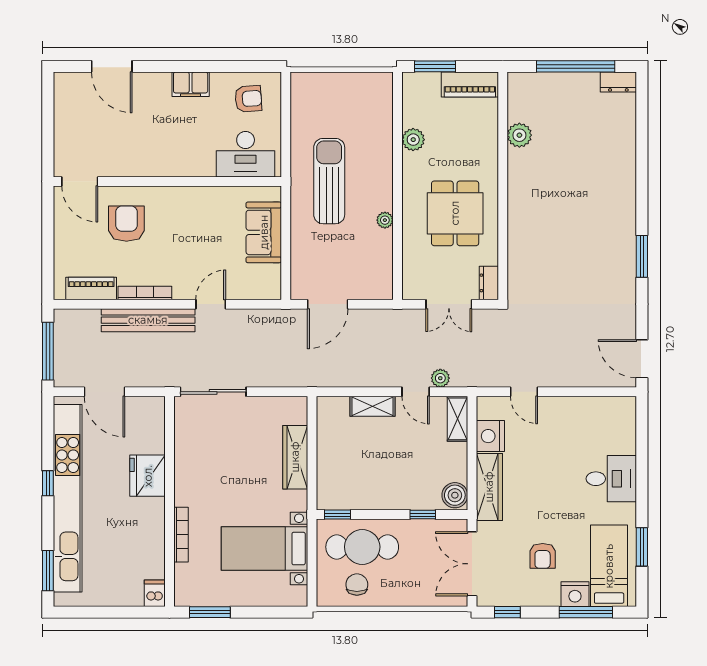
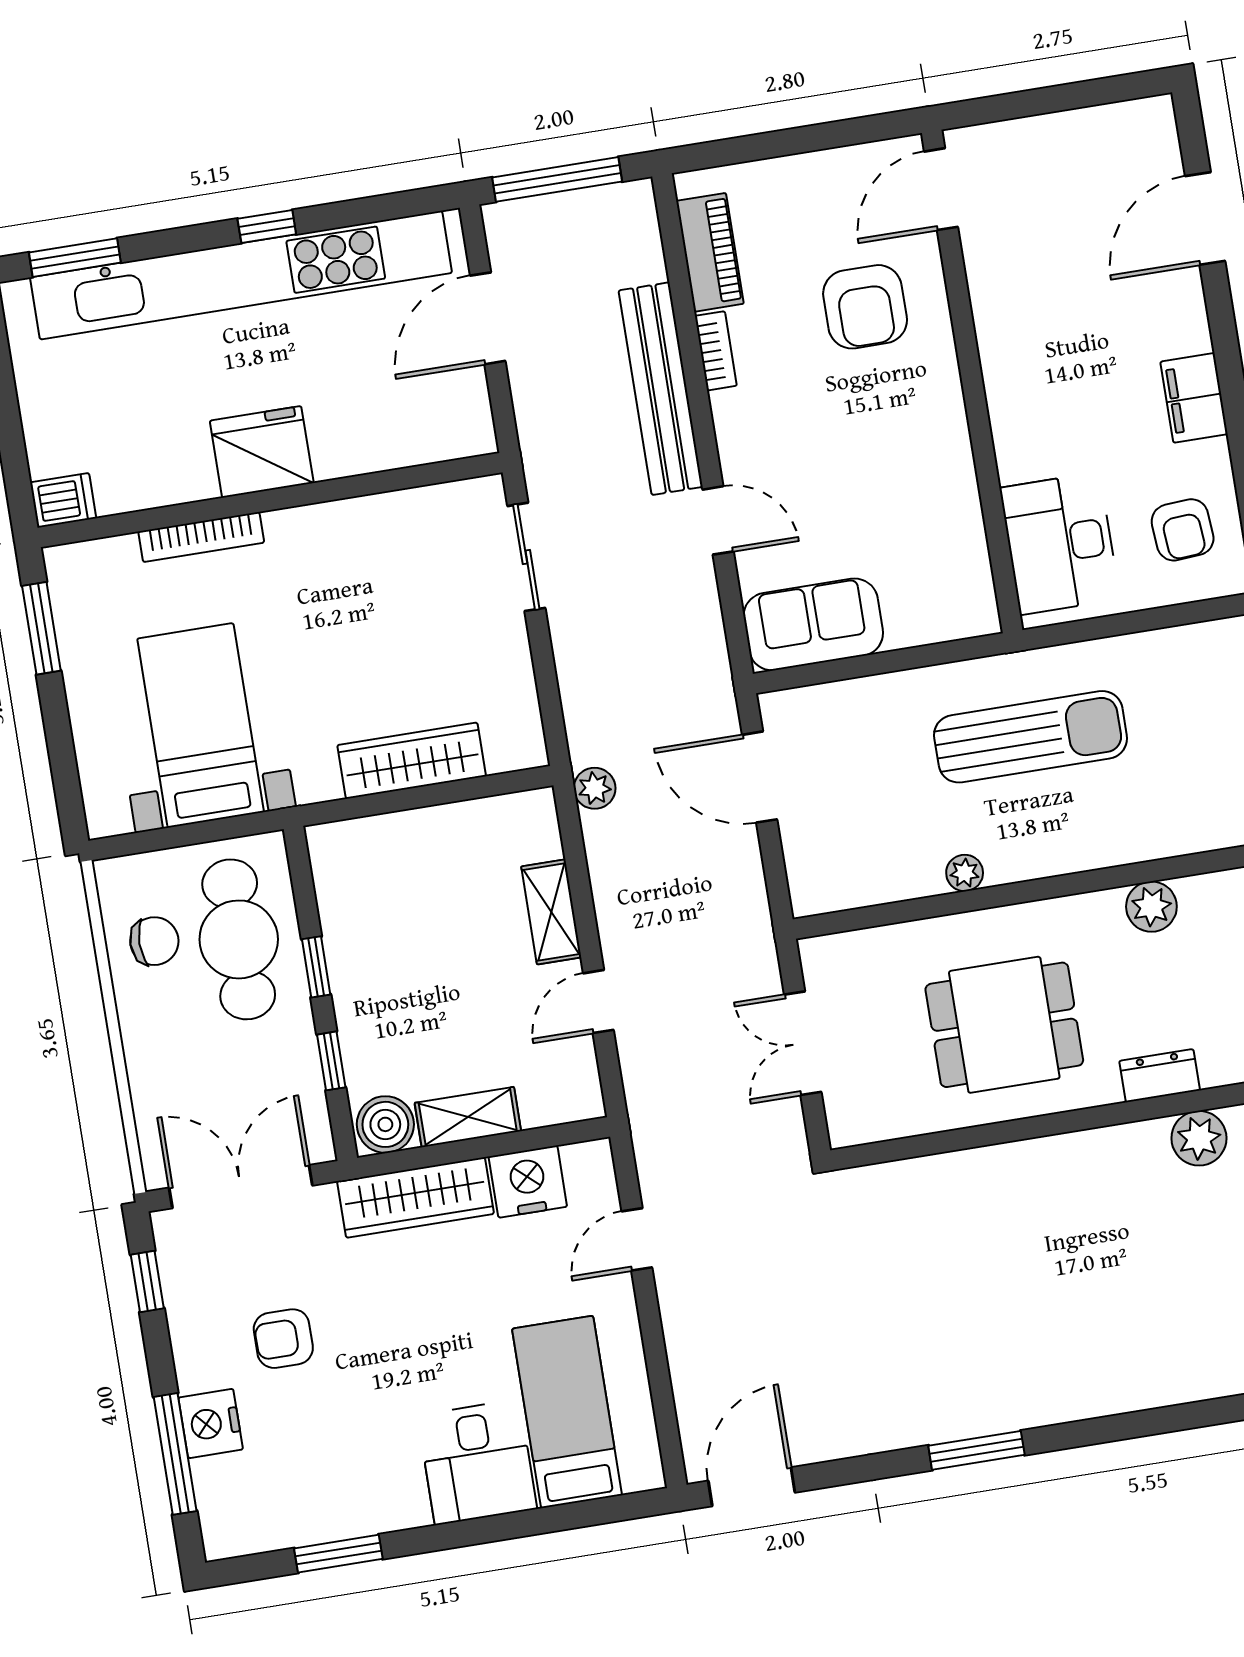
armchair: (126, 224) -> (865, 307), turned 90
sofa: (264, 232) -> (813, 624), moved
dresser: (489, 283) -> (1160, 1076), moved
bookcase: (145, 293) -> (716, 351), width x0.64
plant: (440, 378) -> (595, 788), moved
sliding door: (213, 392) -> (526, 557), width x0.73
shelving: (457, 419) -> (468, 1117), moved
fridge: (148, 476) -> (262, 452), moved
window: (337, 515) -> (316, 967), moved
bed: (609, 566) -> (567, 1412), moved, turned -90

